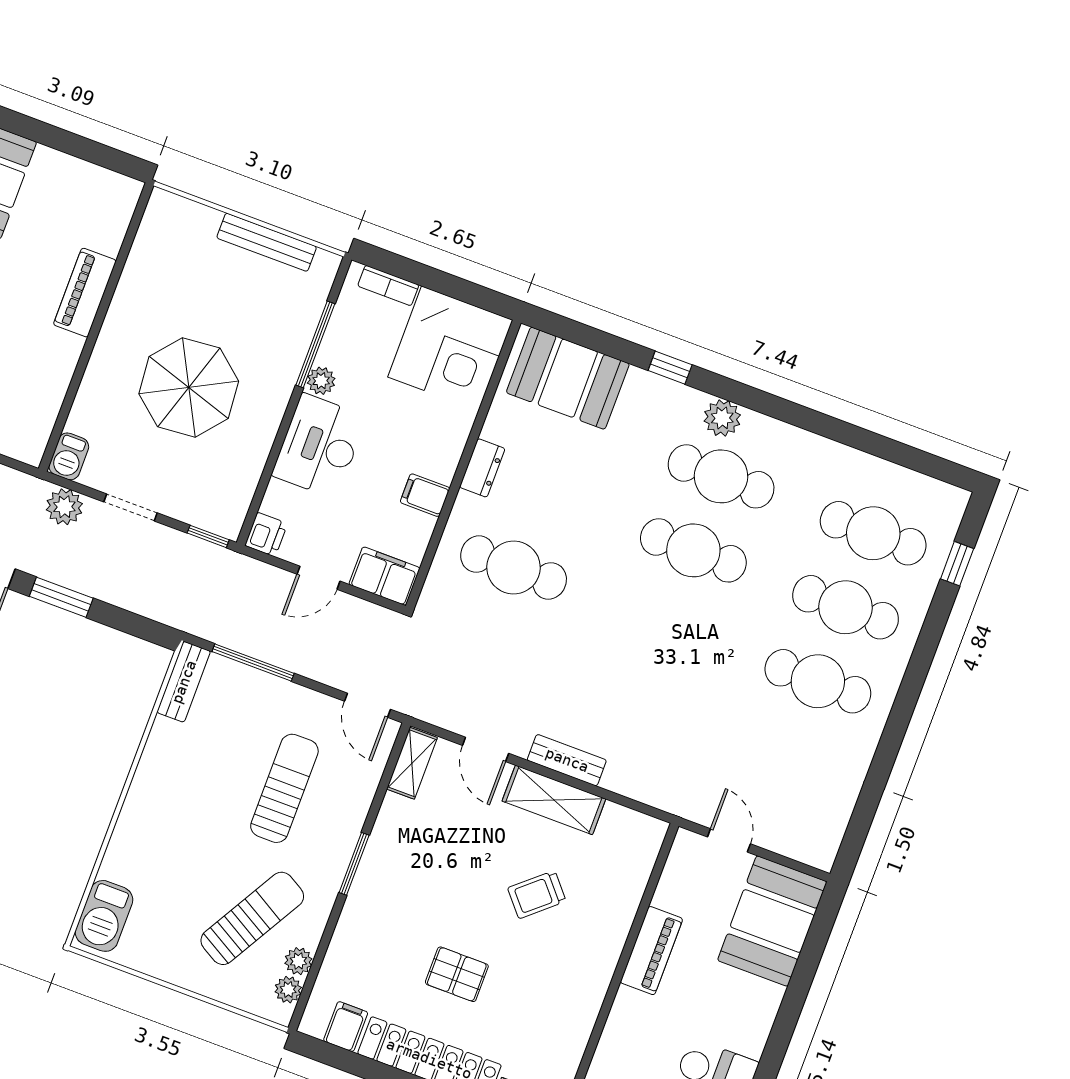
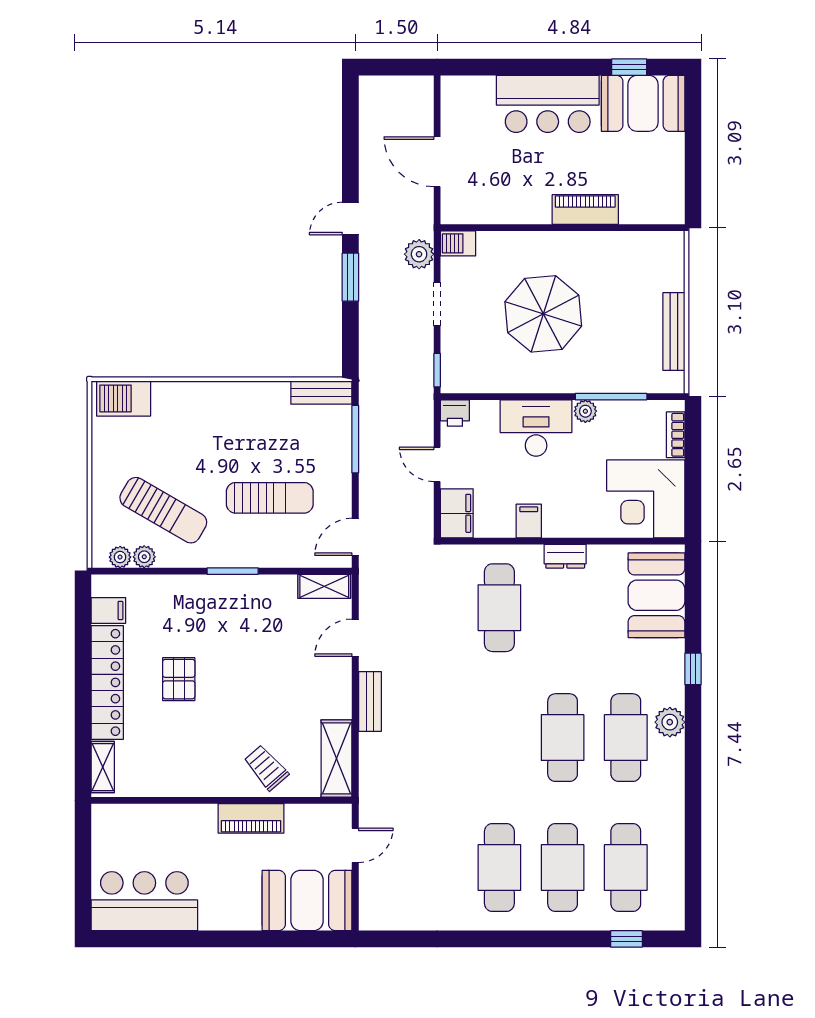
shelving: (554, 800) -> (337, 758), moved
trolley: (537, 895) -> (266, 768), moved

